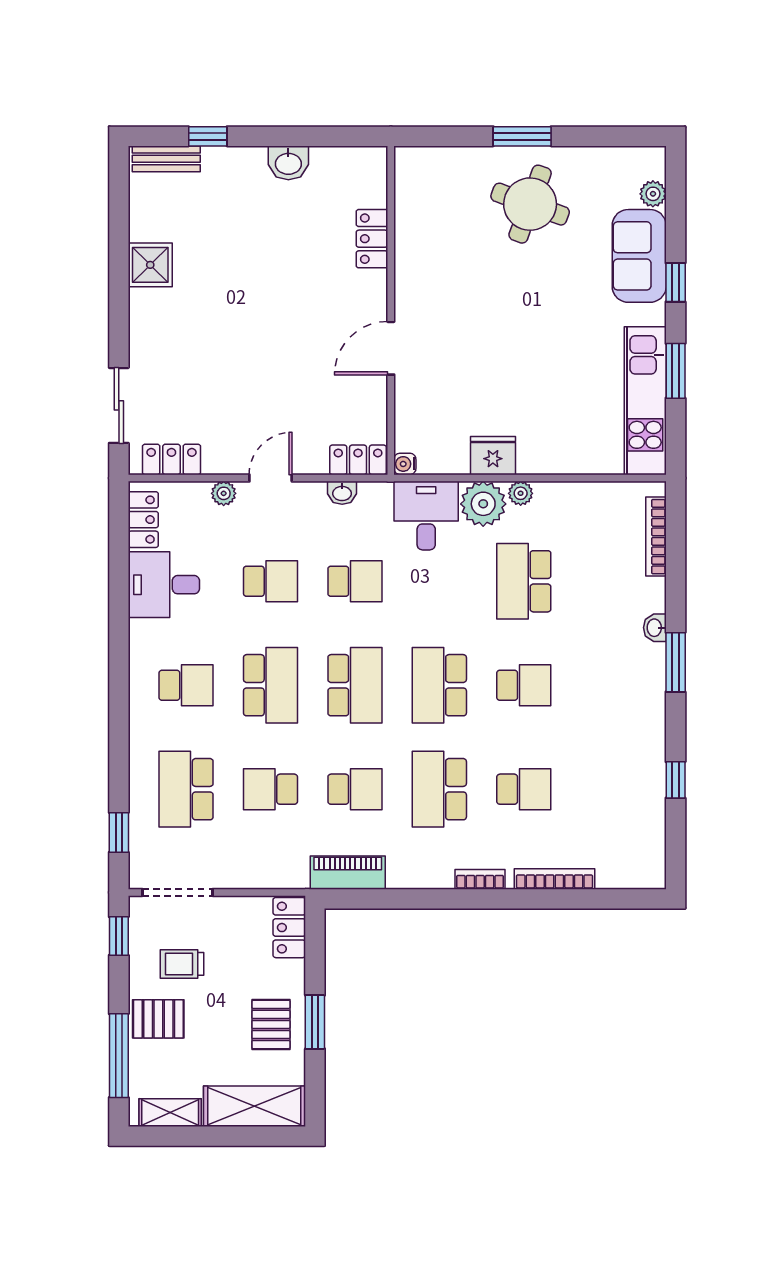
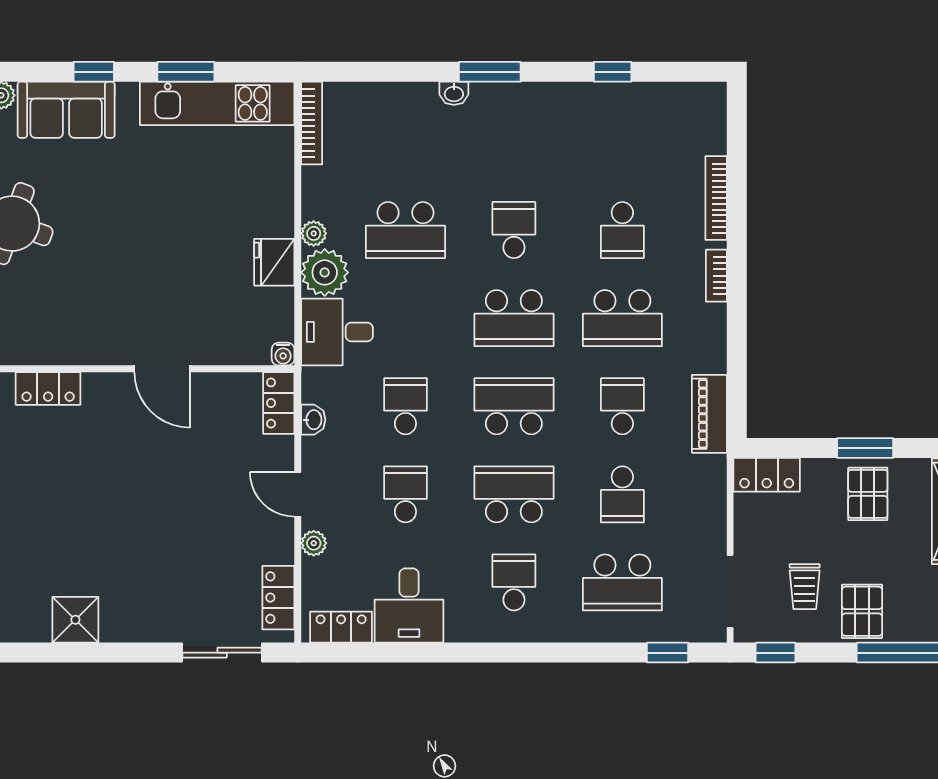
bookcase: (656, 537) -> (312, 123), moved, turned -90
school desk: (524, 789) -> (622, 230), turned 180
pallet: (271, 1024) -> (868, 494), turned 90

